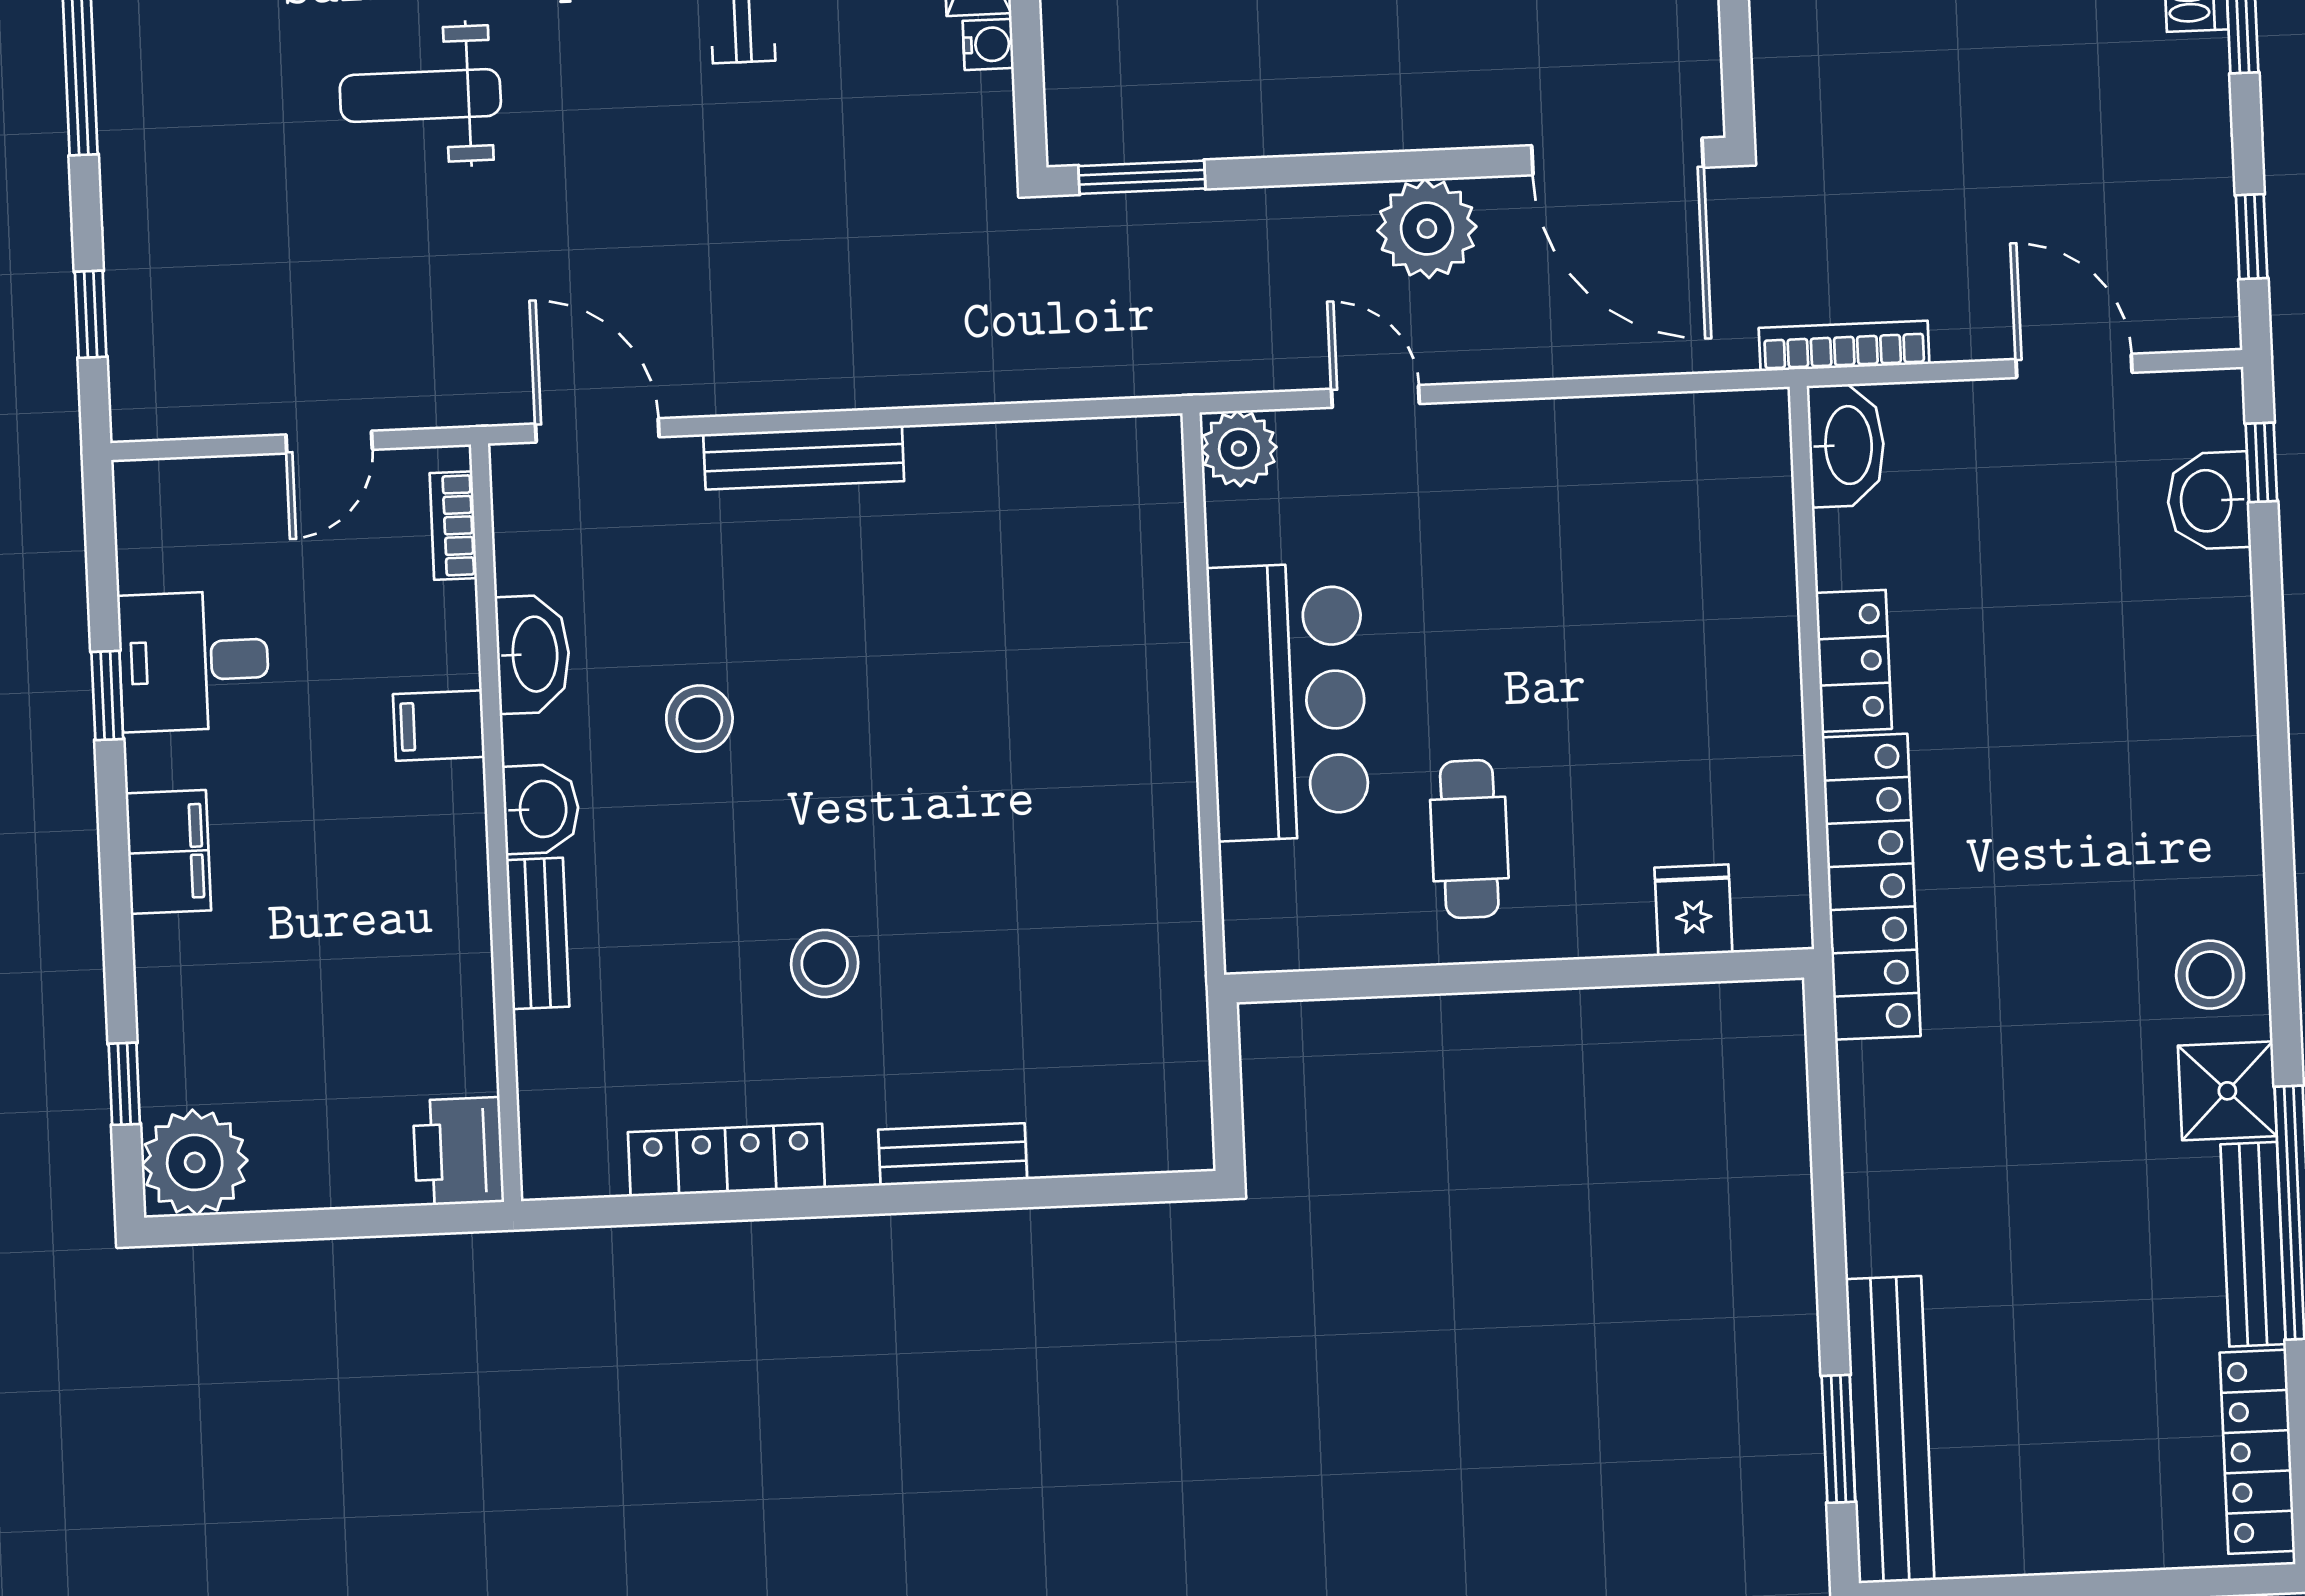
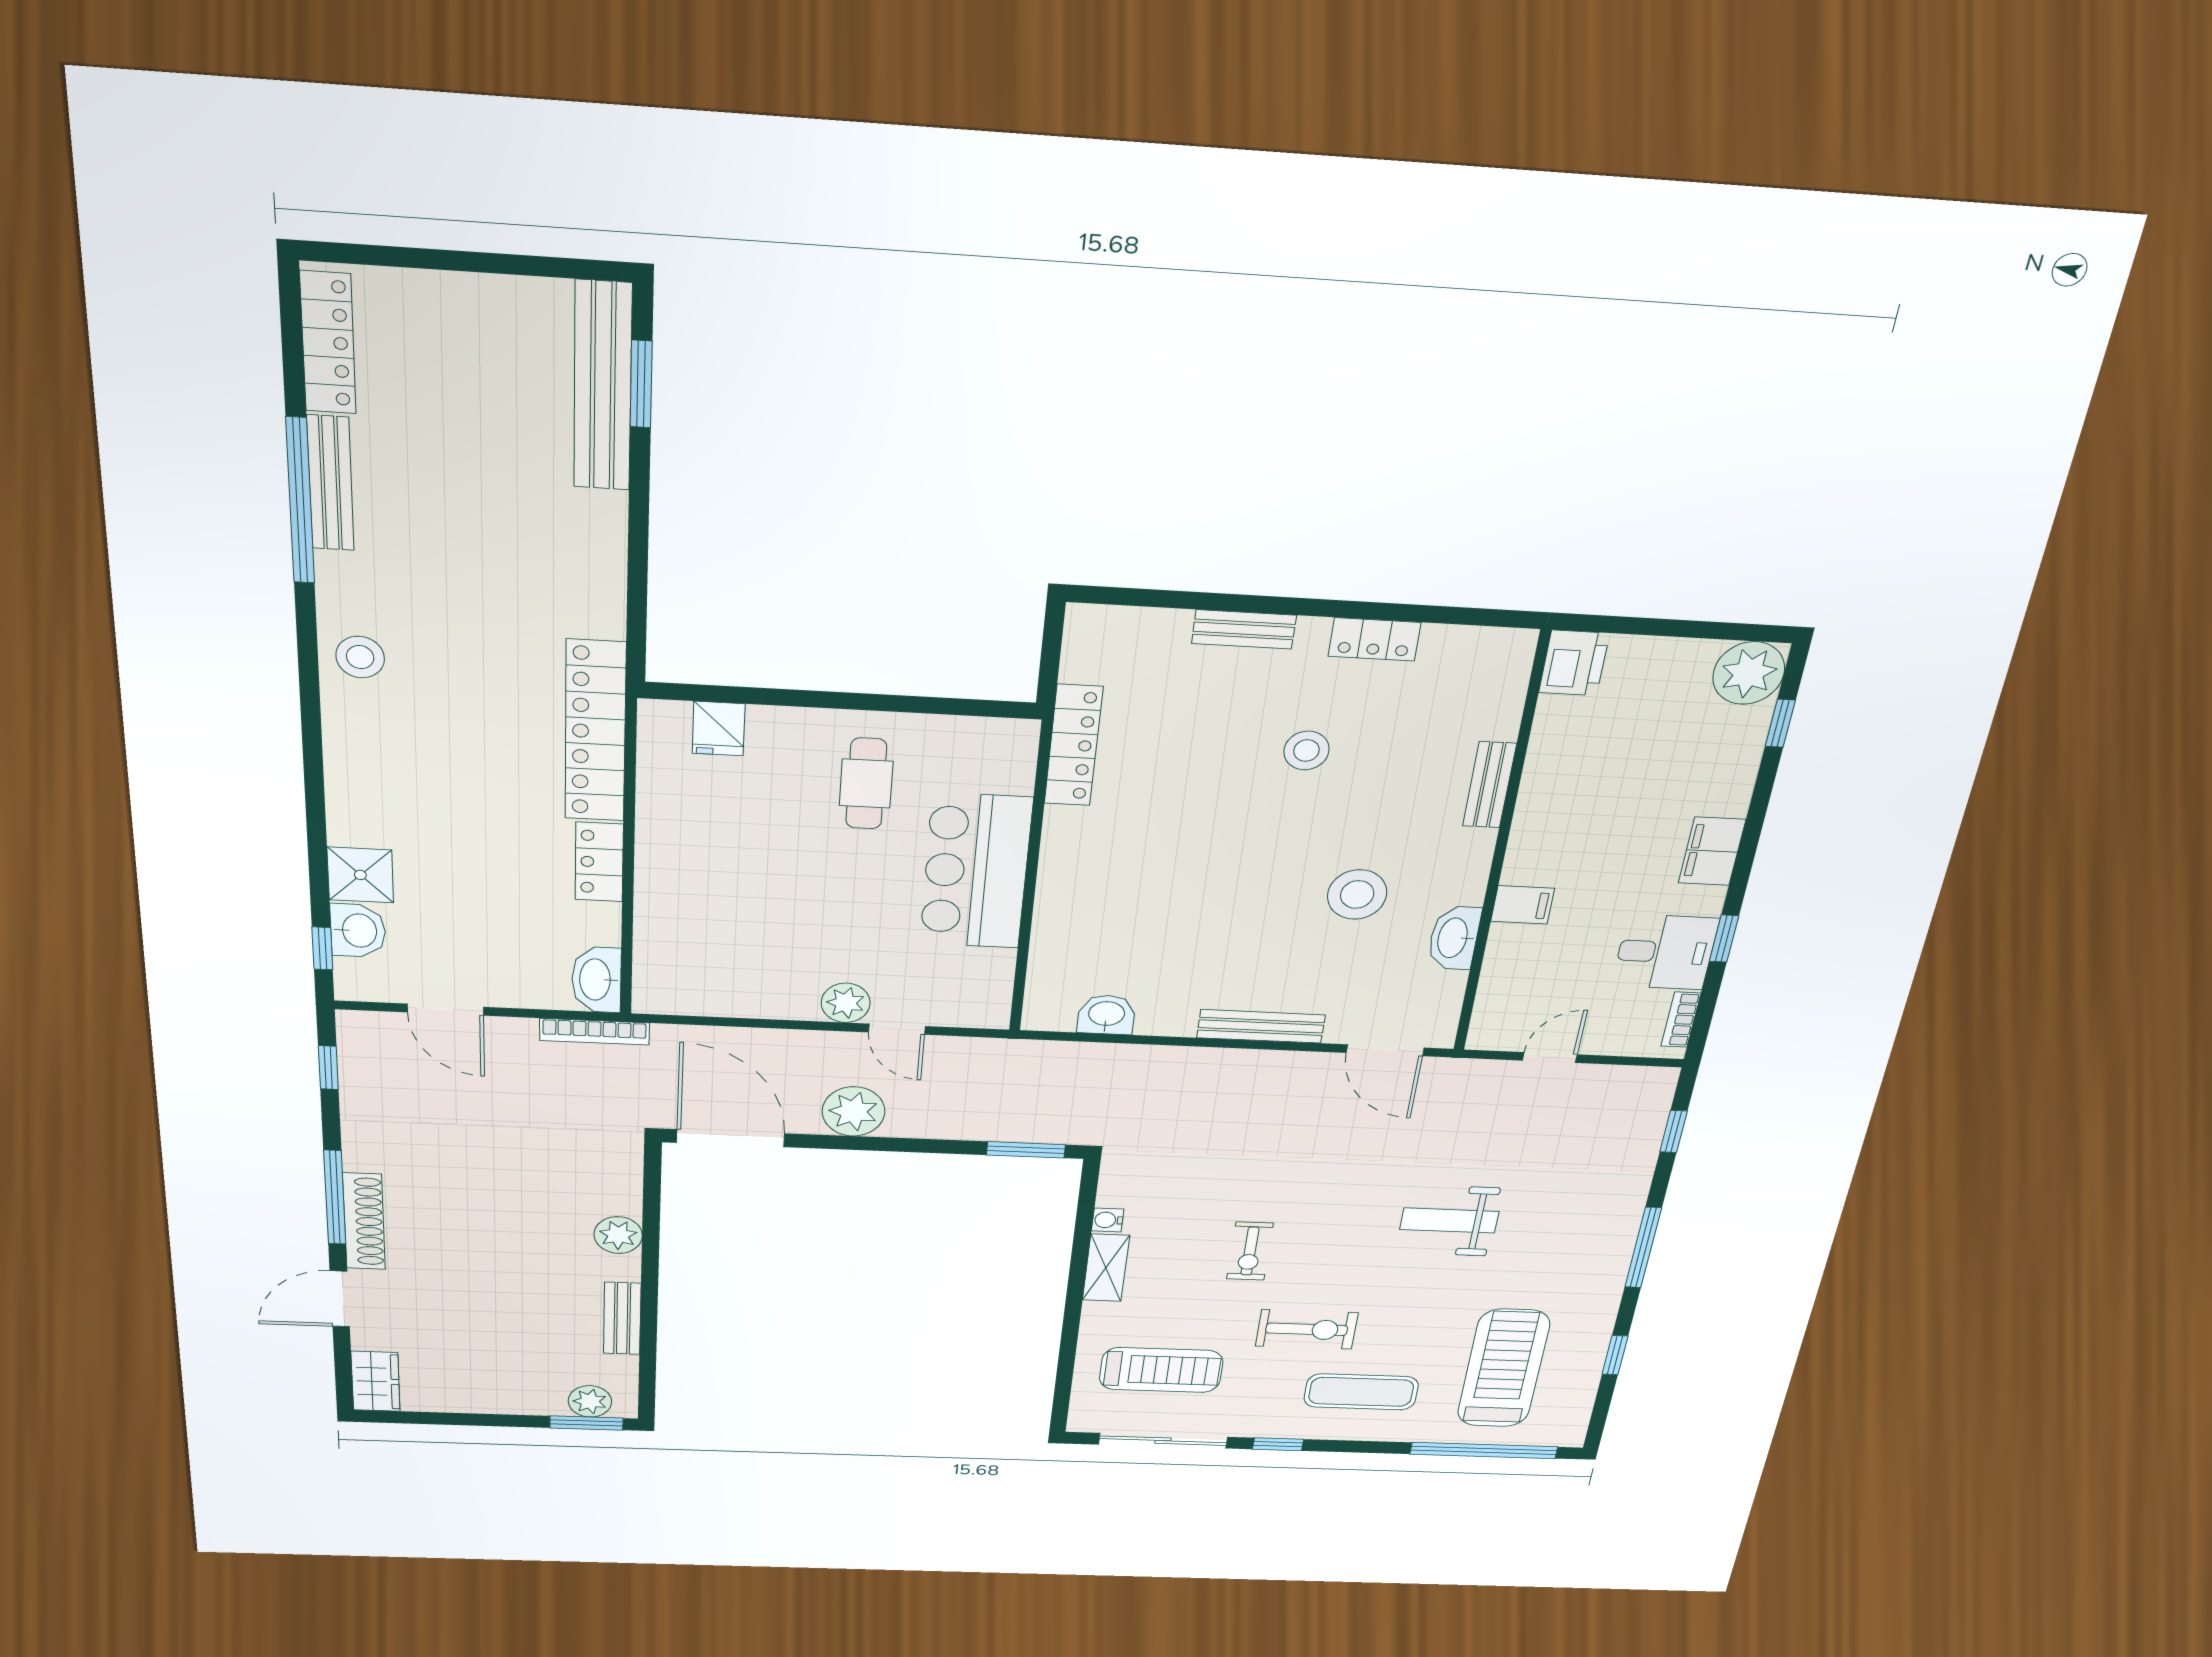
weight bench: (420, 96) -> (1449, 1221), turned 180
plant: (1239, 449) -> (846, 1003), moved
bookcase: (453, 526) -> (1681, 1020), moved, turned 180
stool: (699, 719) -> (1357, 894), width x1.38, depth x1.38
washbasin: (541, 809) -> (1106, 1015), moved, turned 90
locker: (1172, 936) -> (1073, 745), added
shower: (2227, 1091) -> (360, 875), moved
locker: (726, 1160) -> (1375, 639), width x0.66

